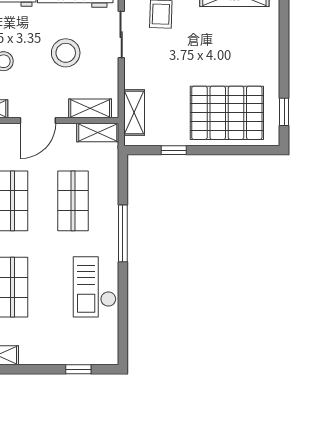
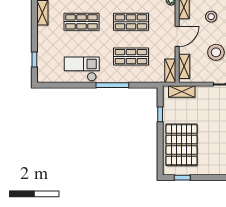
door: (38, 121) -> (177, 36), swing flipped

